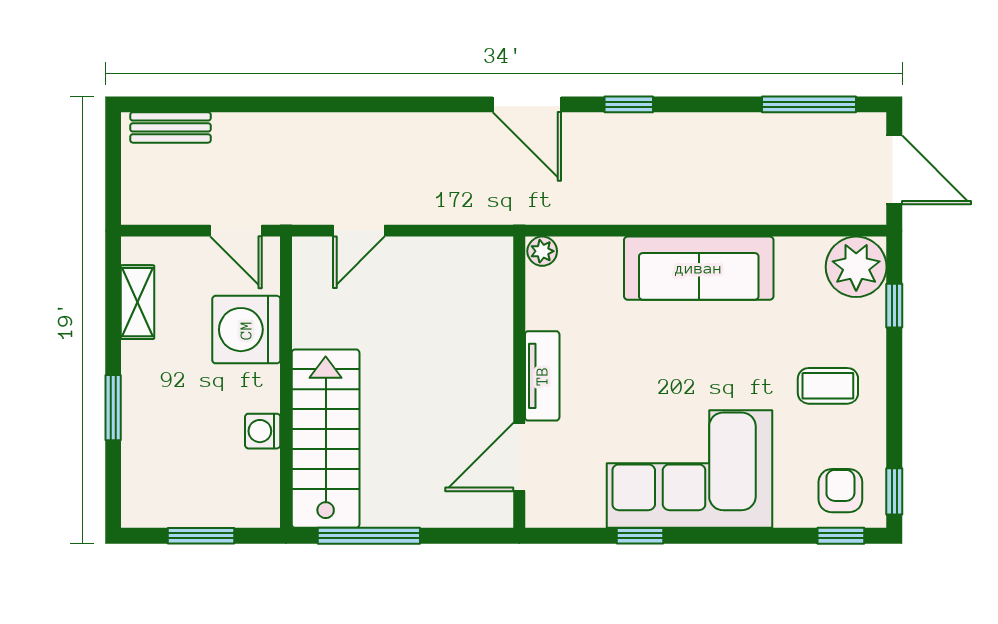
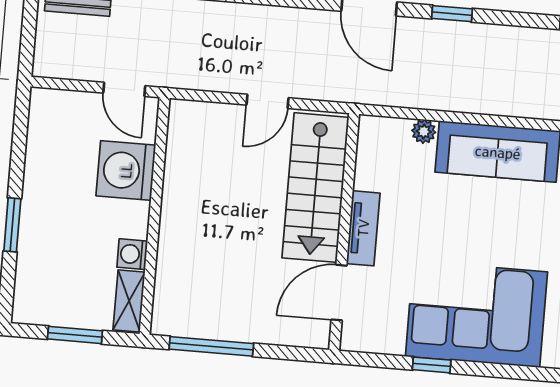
door: (359, 231) -> (267, 101), moved
plant: (542, 251) -> (424, 131), moved
shelving: (138, 302) -> (129, 301), moved
stairs: (326, 439) -> (315, 188), moved, turned 180

